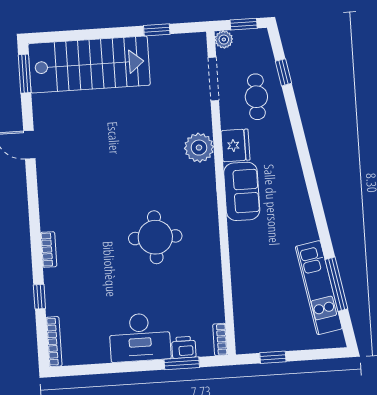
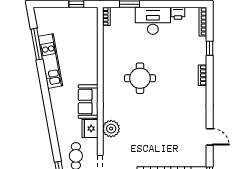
kitchen unit: (319, 288) -> (50, 61), moved
printer: (184, 347) -> (178, 13), moved

